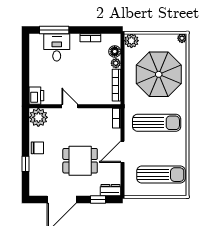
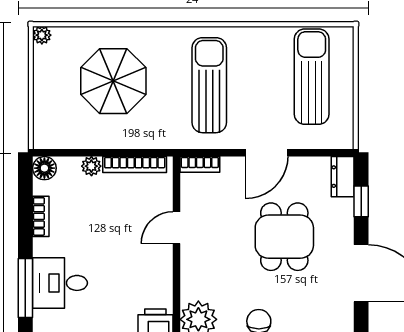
plant: (131, 41) -> (47, 135), removed
floor lamp: (115, 51) -> (44, 168), moved
parasol: (159, 74) -> (113, 81), width x0.73, depth x0.73
door: (70, 106) -> (176, 228), moved
door: (122, 152) -> (267, 153), hinge flipped

